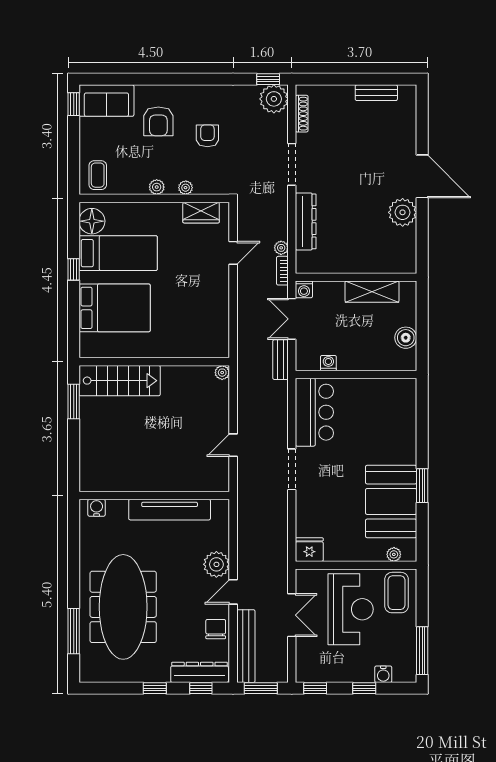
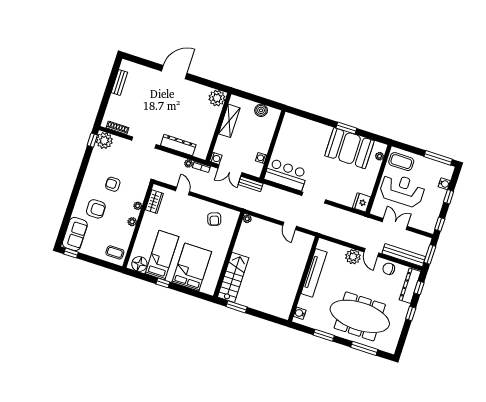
plant: (403, 212) -> (217, 98), moved
armchair: (204, 319) -> (214, 219), added
window: (74, 559) -> (324, 335), added

